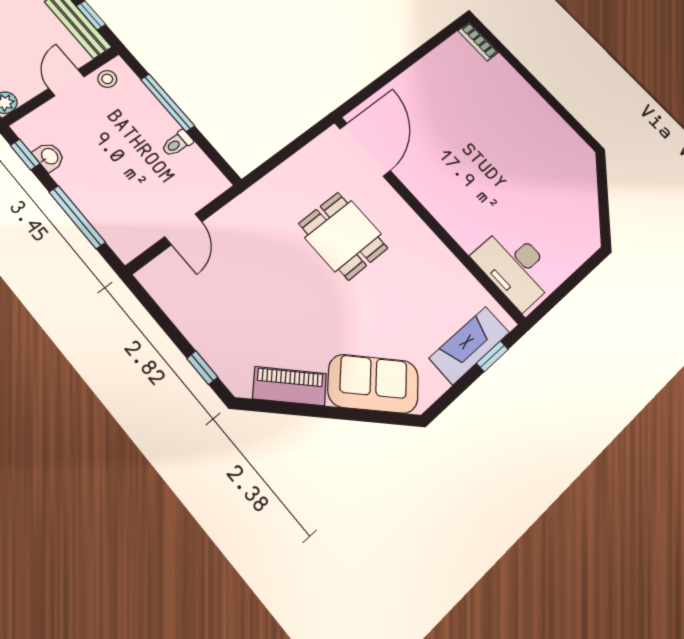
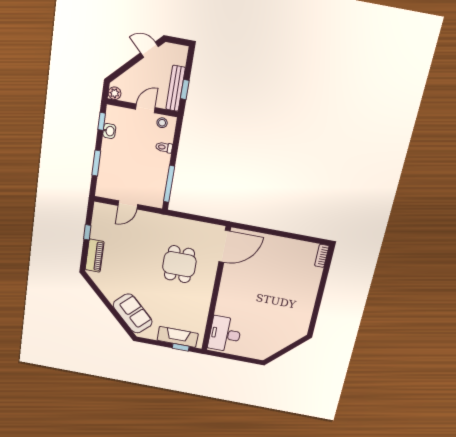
window: (168, 103) -> (169, 184), moved
toilet: (177, 143) -> (164, 147), moved
window: (77, 217) -> (96, 163), width x0.69
window: (202, 368) -> (87, 232), moved
piano: (290, 386) -> (95, 256), moved, turned 45

